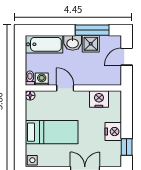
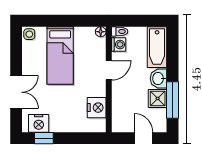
nightstand: (113, 132) -> (39, 123), moved

